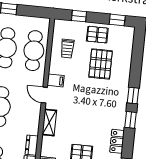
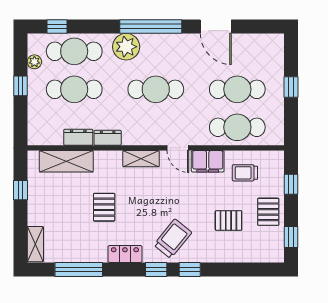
pallet: (101, 64) -> (228, 221), width x0.67, depth x0.71
filing cabinet: (56, 80) -> (208, 161), width x2.00
door: (44, 95) -> (178, 148), swing flipped
trolley: (110, 106) -> (173, 239), added

